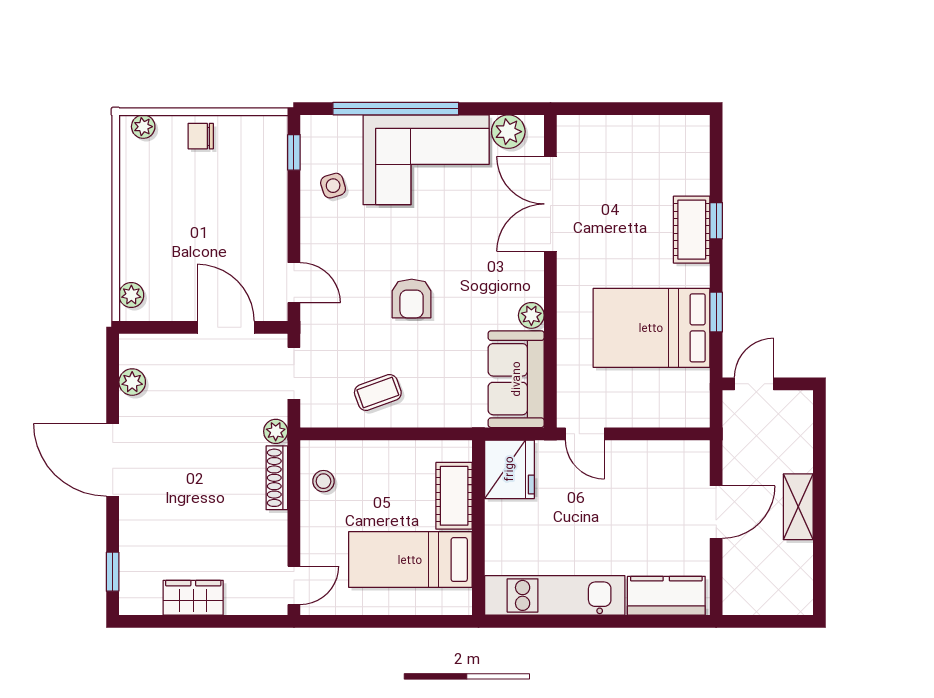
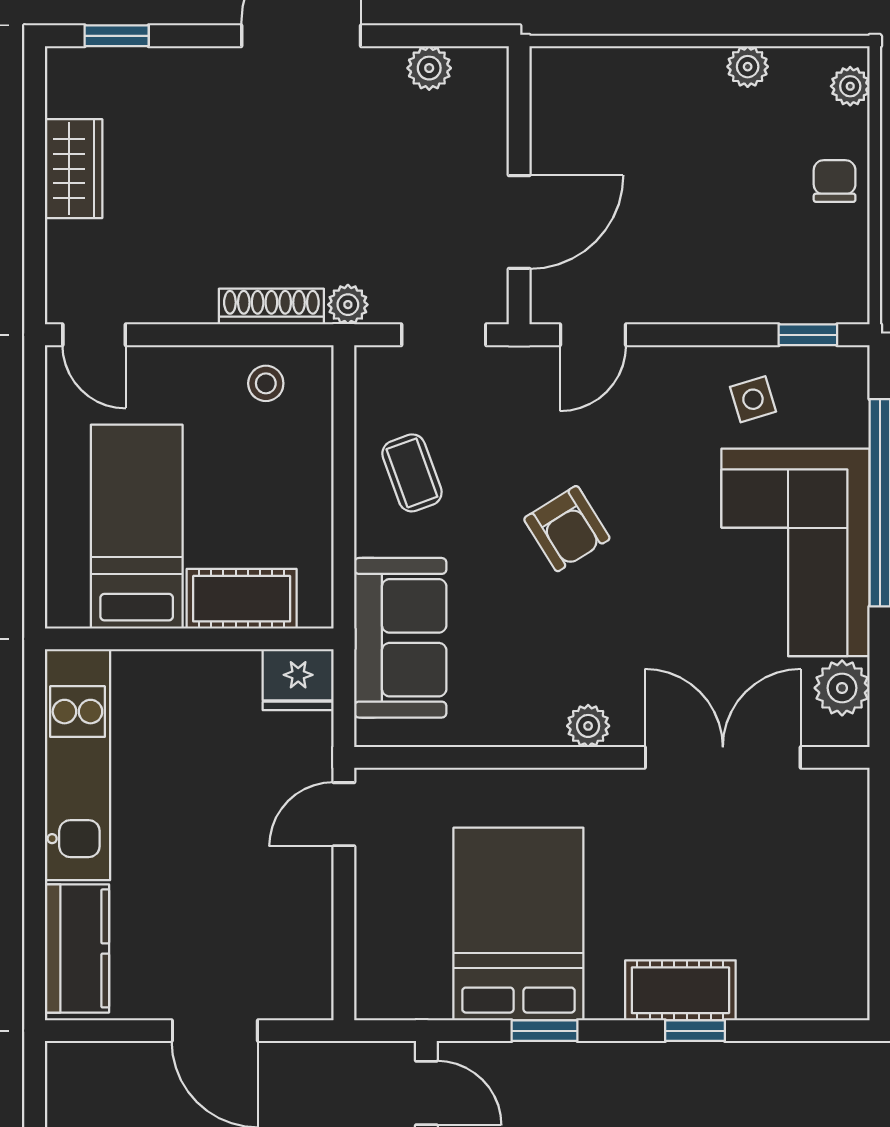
plant: (131, 295) -> (748, 67), moved
armchair: (412, 299) -> (567, 529), turned -122
plant: (531, 315) -> (588, 726), moved
sofa: (516, 379) -> (400, 638), moved, turned 90
fridge: (509, 469) -> (298, 680), width x0.73, depth x0.75

